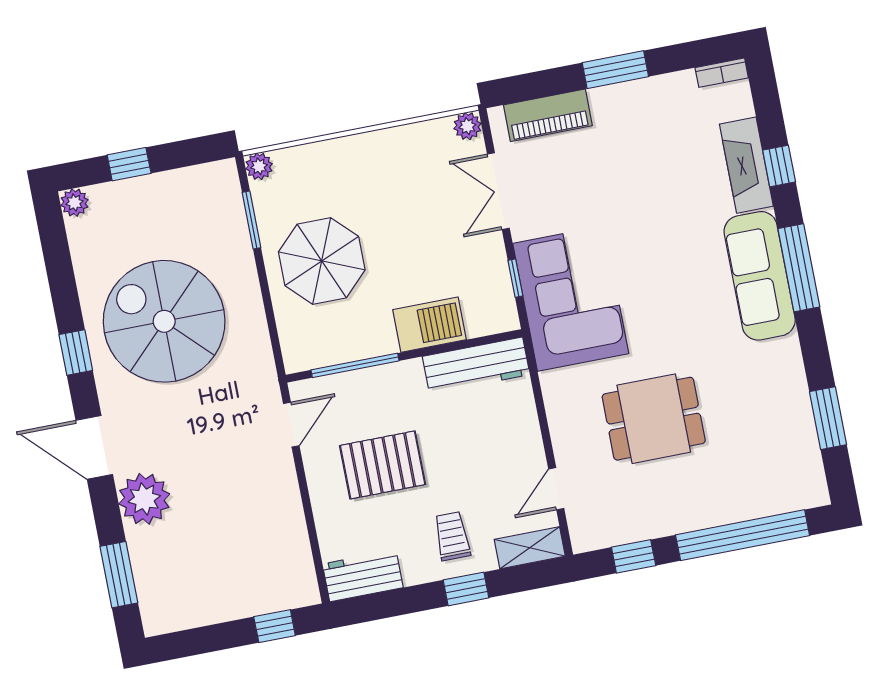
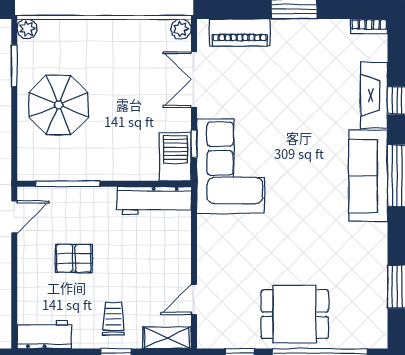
barbecue: (430, 325) -> (175, 157), moved, turned -90
dining table: (654, 419) -> (295, 314), moved
pallet: (383, 465) -> (74, 258), width x0.67, depth x0.71

